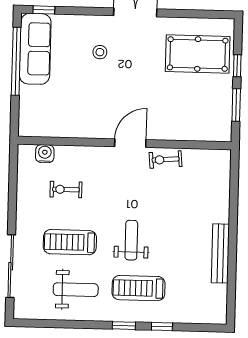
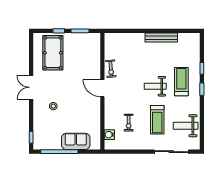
sofa: (35, 49) -> (76, 141), moved, width x0.73
treadmill: (139, 288) -> (181, 82), turned 180
weight bench: (76, 290) -> (186, 126), moved, turned -90

